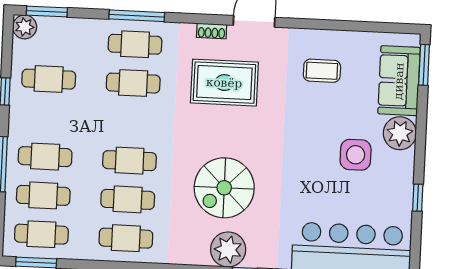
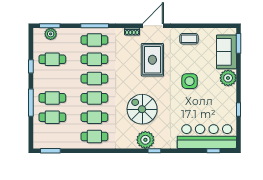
plant: (25, 27) -> (51, 34), moved
coffee table: (322, 71) -> (189, 39), moved
rug: (224, 83) -> (152, 60), moved, turned 90
side table: (356, 155) -> (190, 81), moved
spiral stairs: (224, 188) -> (142, 109), turned 90
cafe table: (41, 234) -> (94, 79), moved

